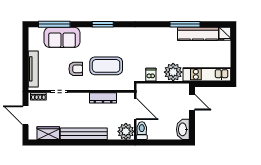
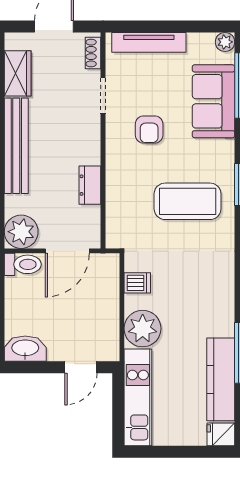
plant: (33, 32) -> (225, 42), added
coffee table: (106, 66) -> (188, 201), moved, turned 90
dresser: (103, 98) -> (90, 185), width x0.70

